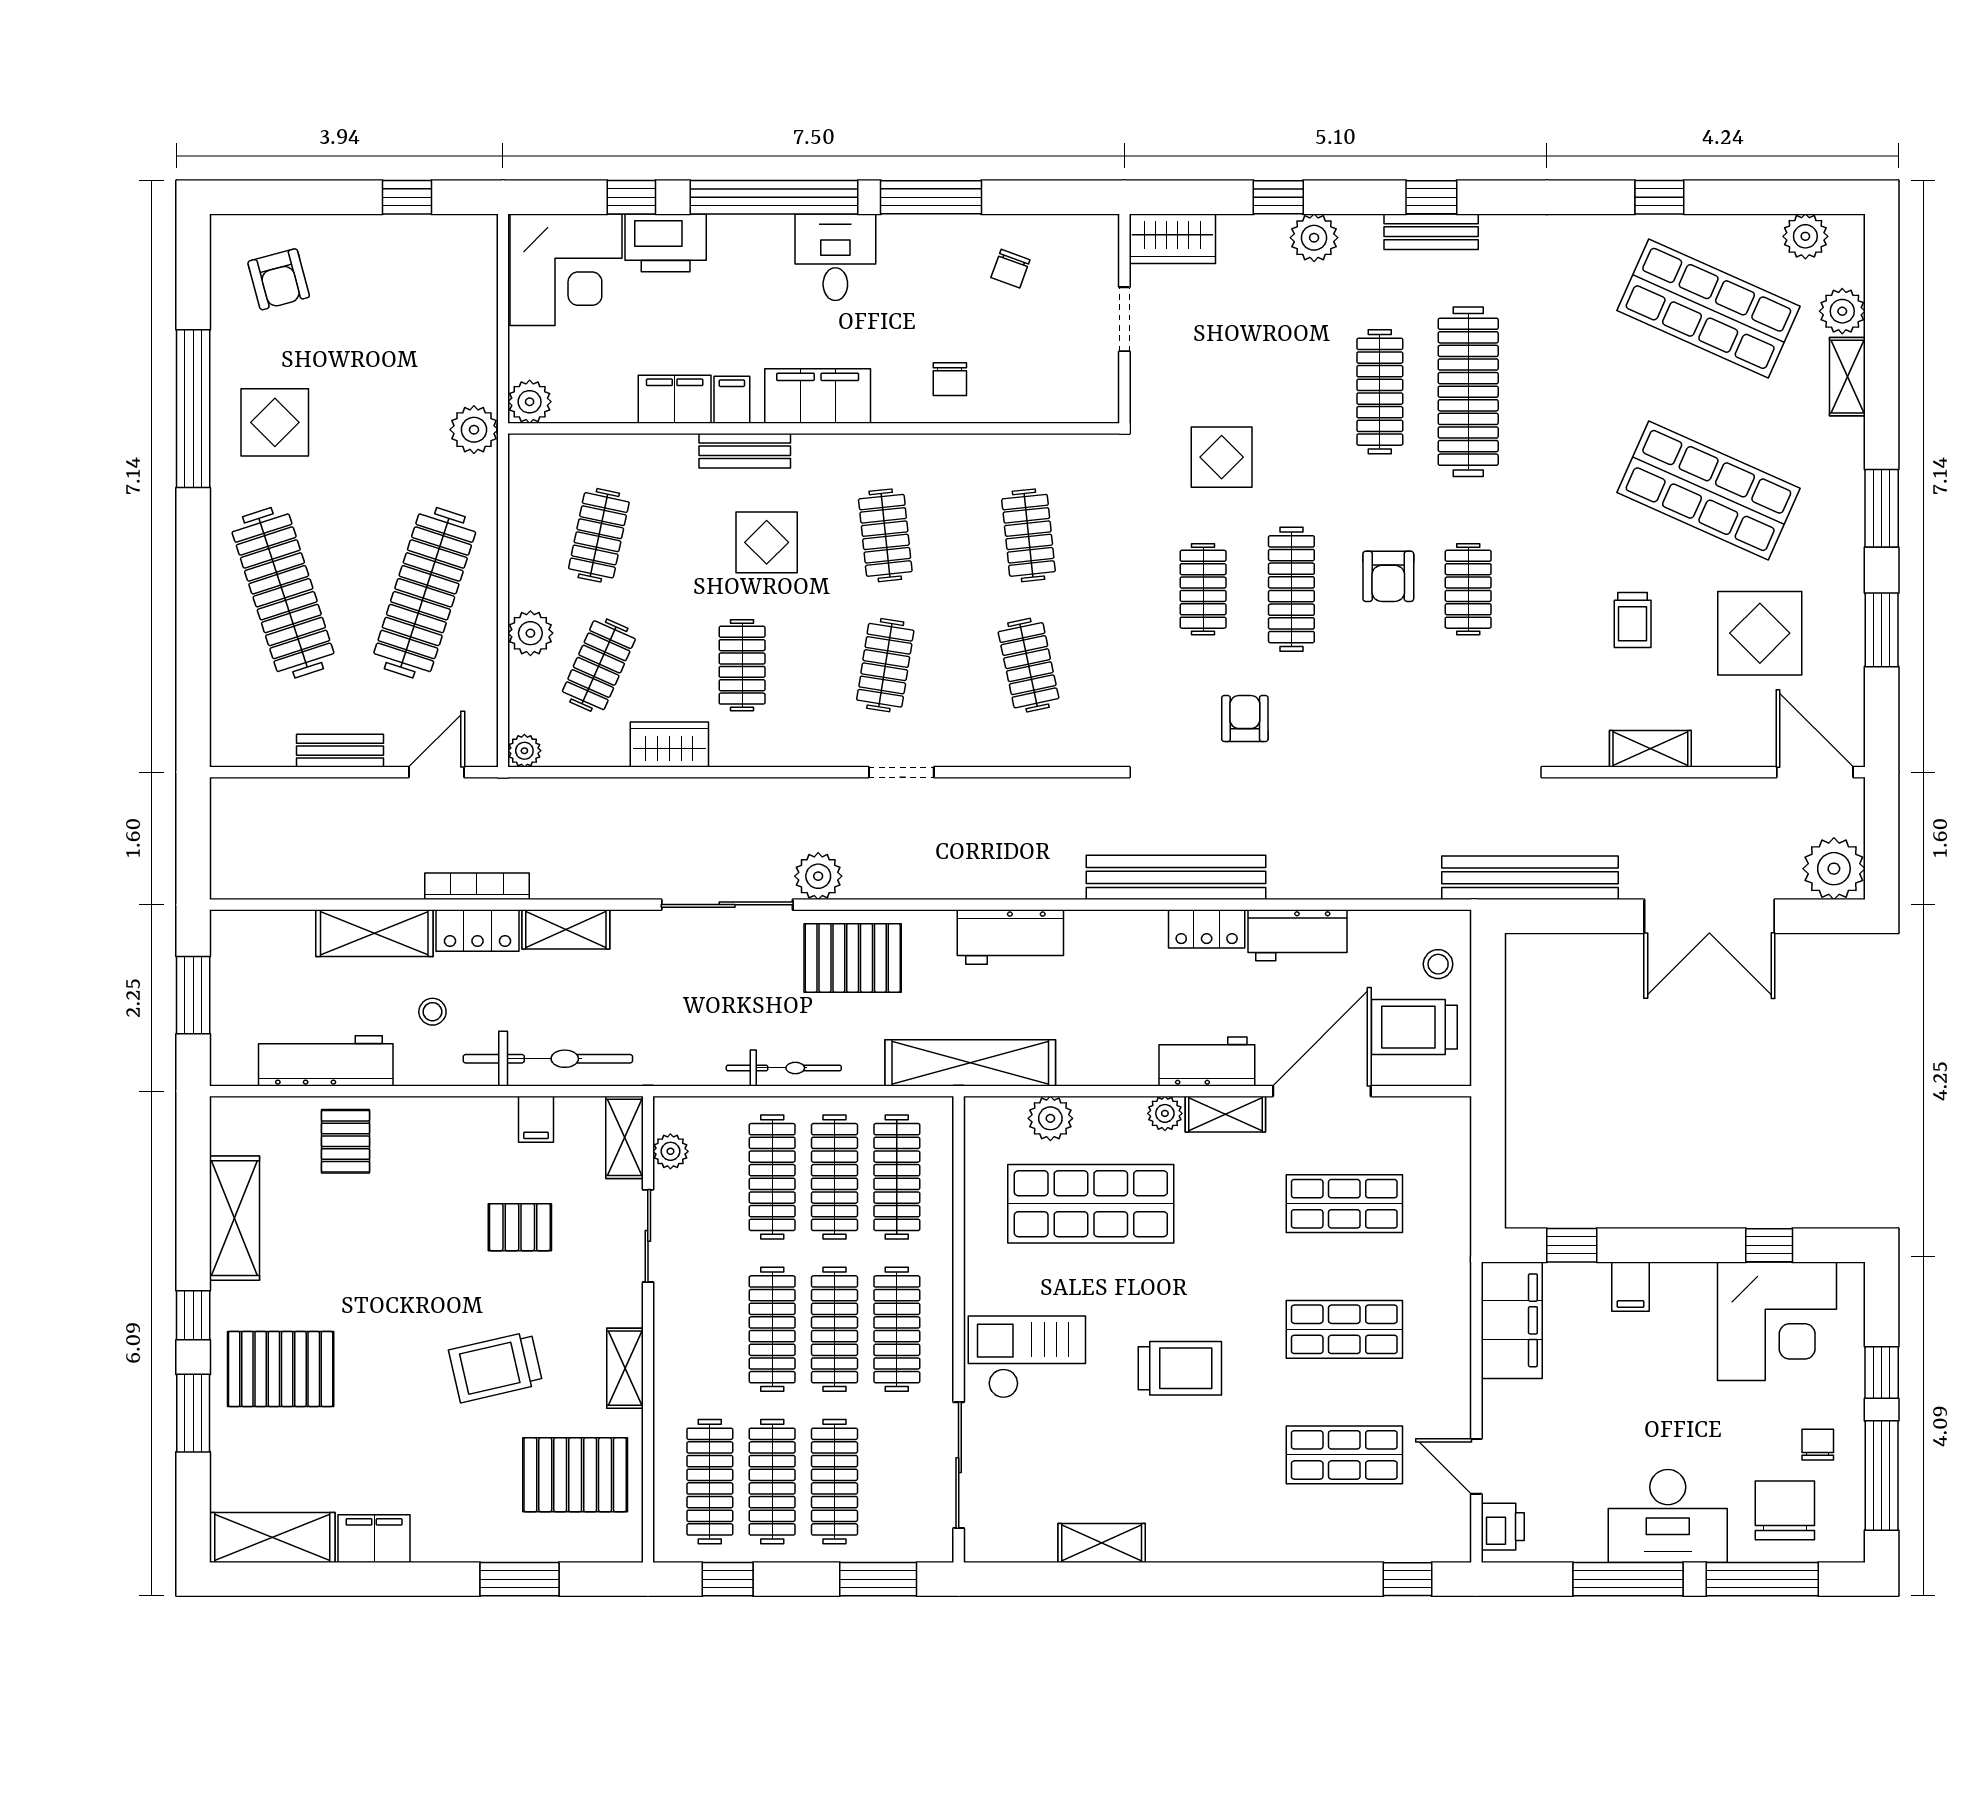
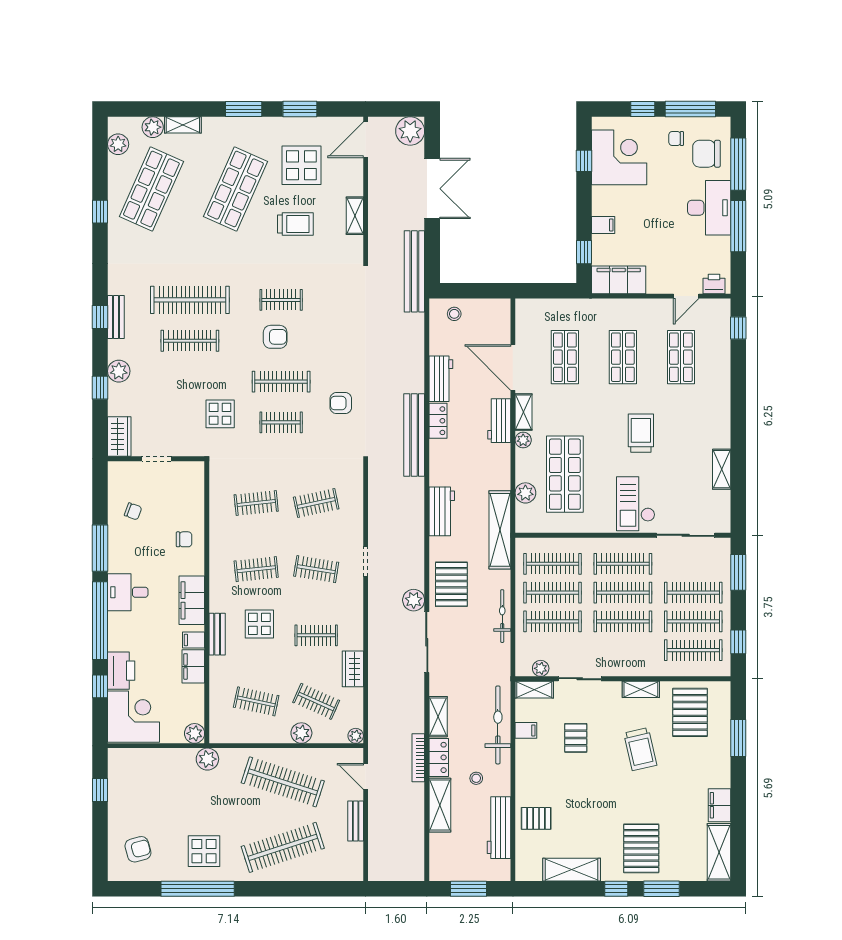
trolley: (1633, 620) -> (295, 224), width x1.36, depth x1.39
trolley: (1414, 1027) -> (483, 325), removed

